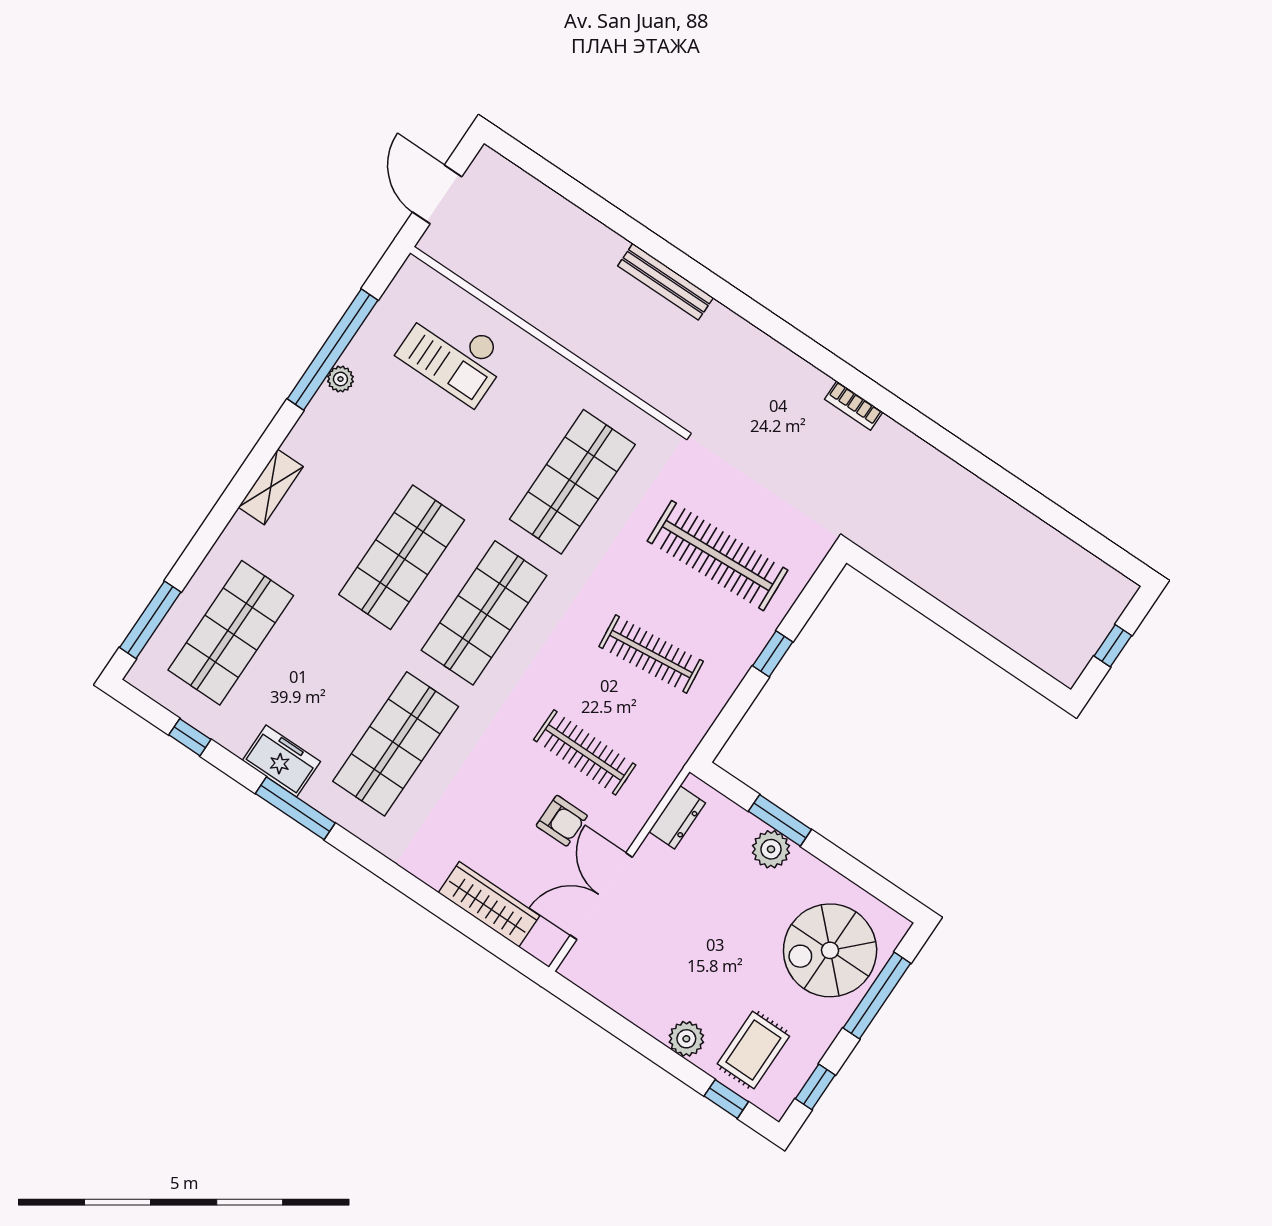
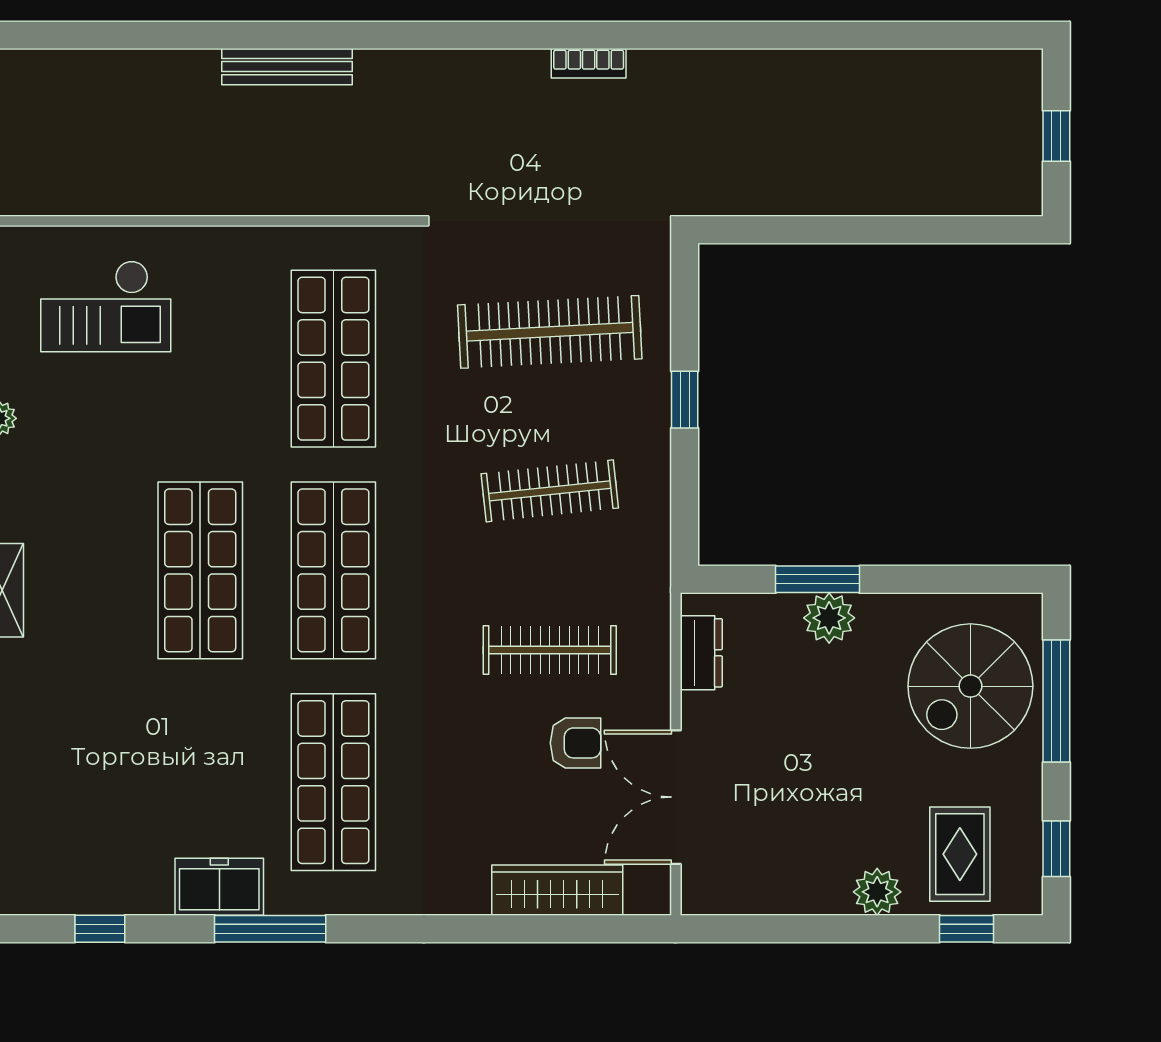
shop shelf: (231, 633) -> (67, 782), removed

